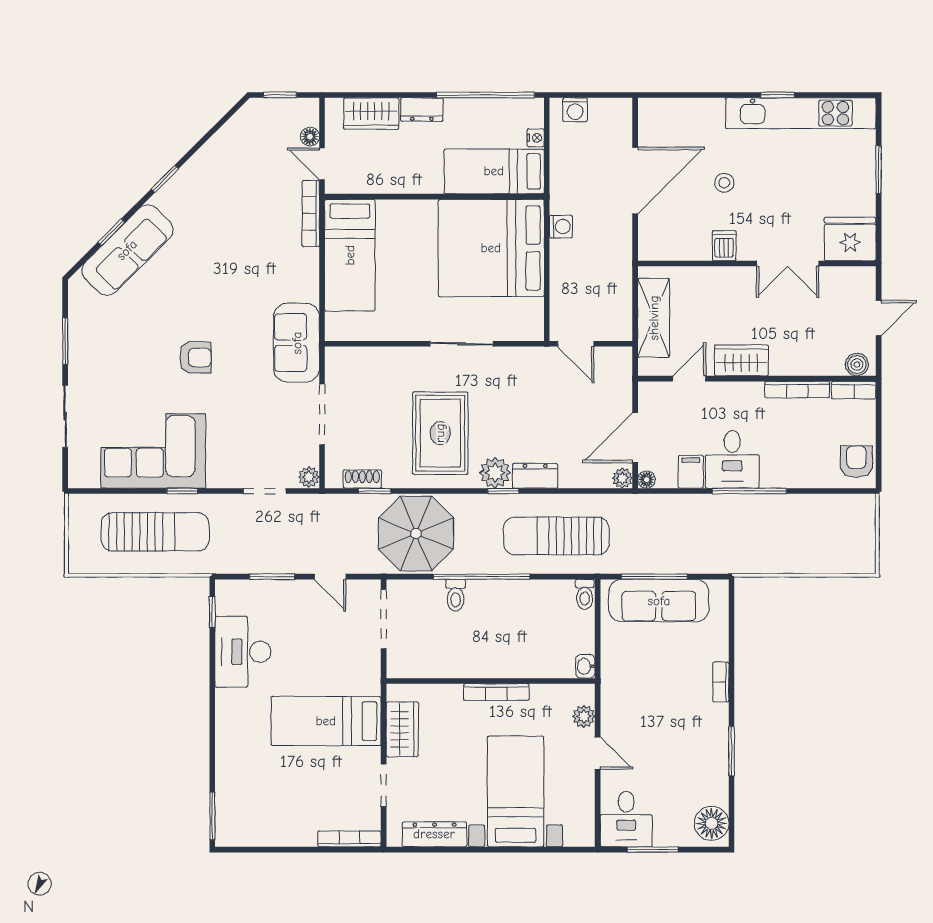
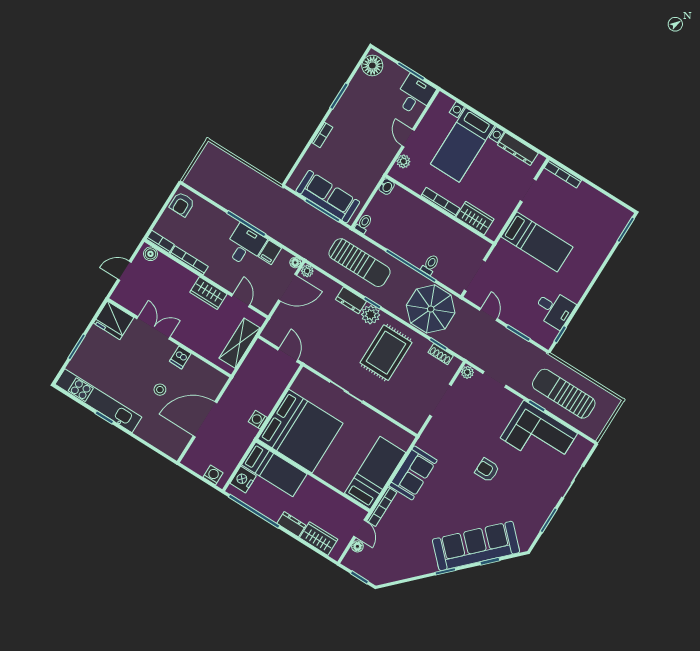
nightstand: (536, 138) -> (243, 479), width x1.89, depth x1.79
sofa: (127, 250) -> (476, 546), width x1.36, depth x1.27
sofa: (297, 343) -> (413, 473), moved
door: (689, 379) -> (241, 300), swing flipped
desk: (243, 652) -> (554, 309), width x0.73
wardrobe: (402, 729) -> (475, 218), moved, turned 90

